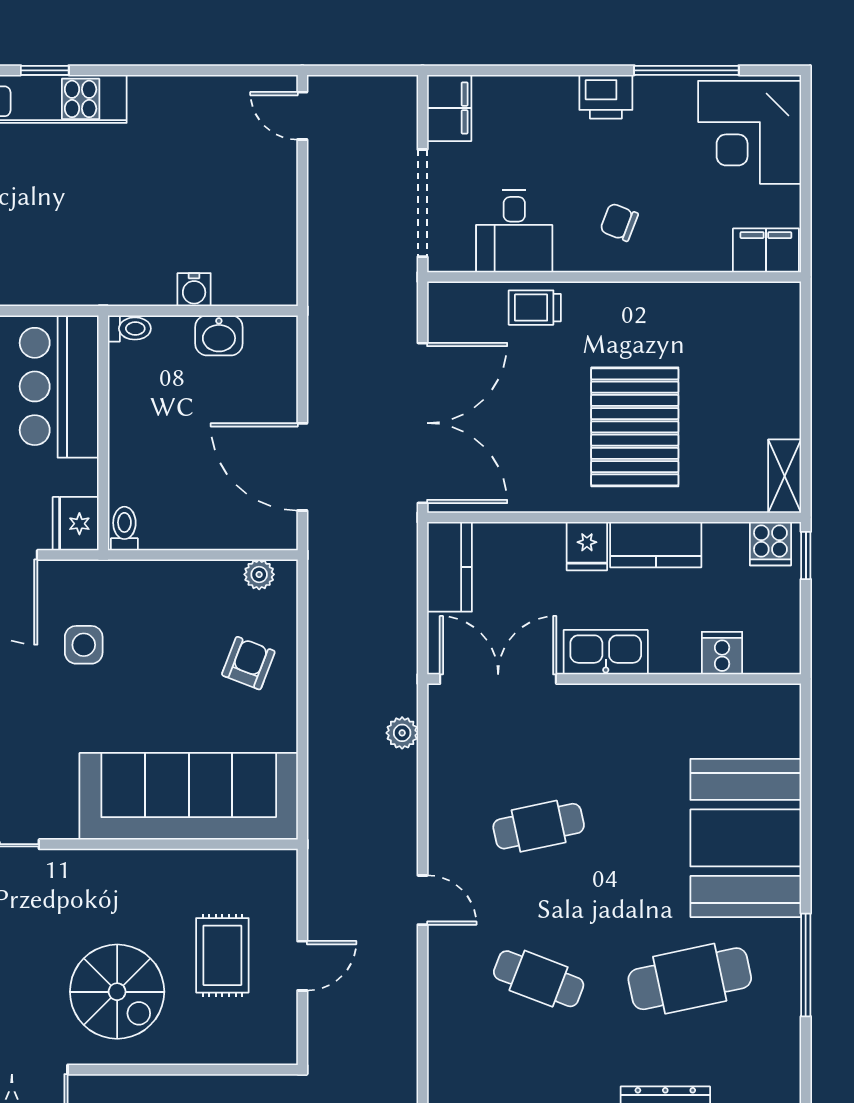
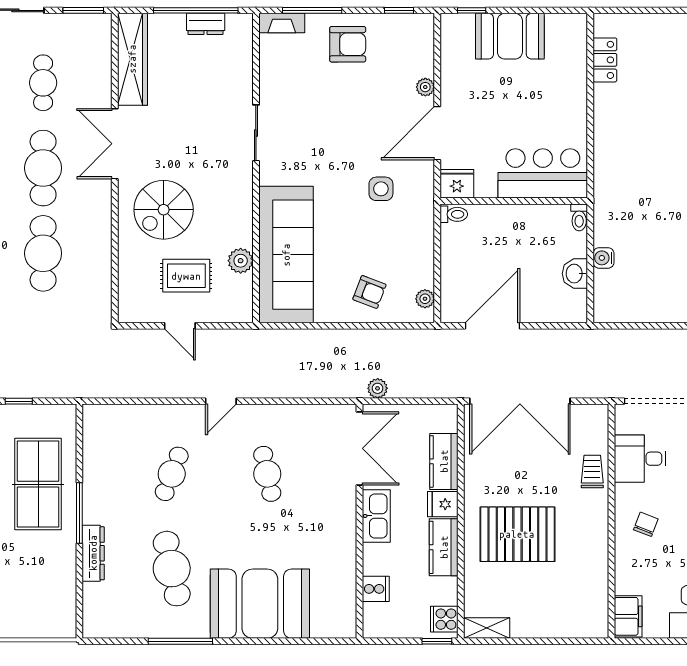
kitchen counter: (450, 567) -> (444, 461), moved, turned 90
plant: (402, 733) -> (378, 388), moved
plant: (198, 869) -> (241, 261), added

